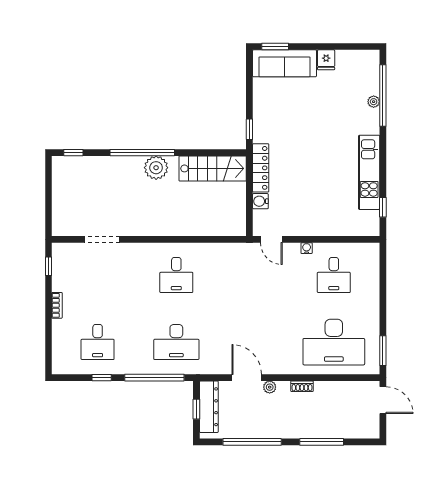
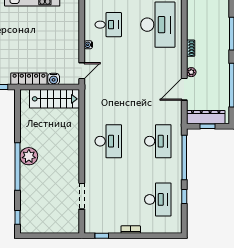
stairs: (213, 168) -> (55, 99), moved, turned 90
desk: (176, 275) -> (108, 141), width x1.37
desk: (98, 342) -> (158, 199), width x1.37

